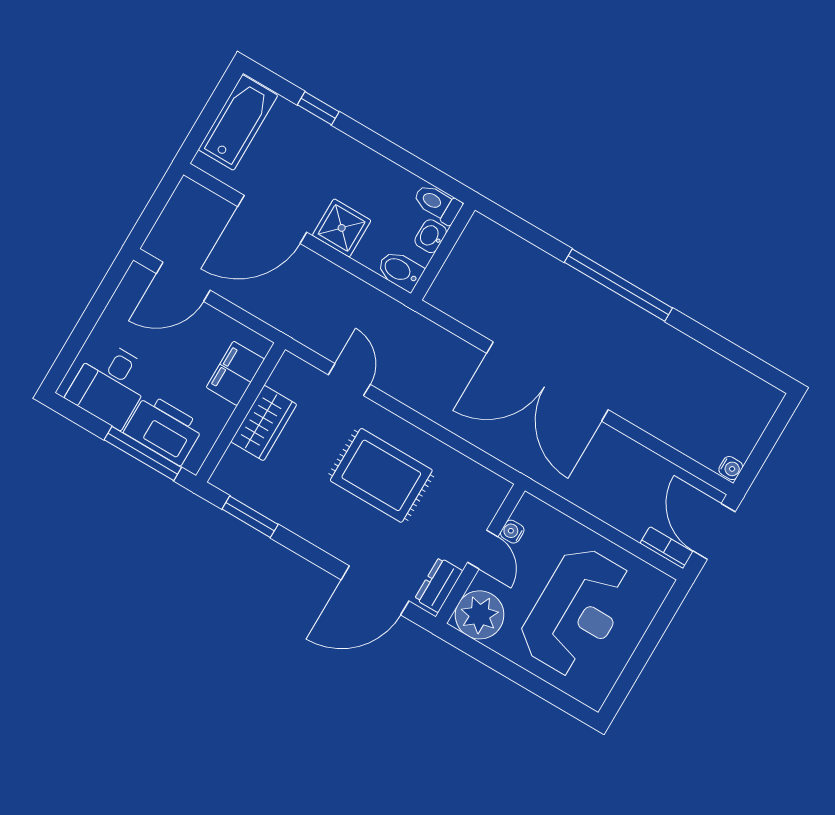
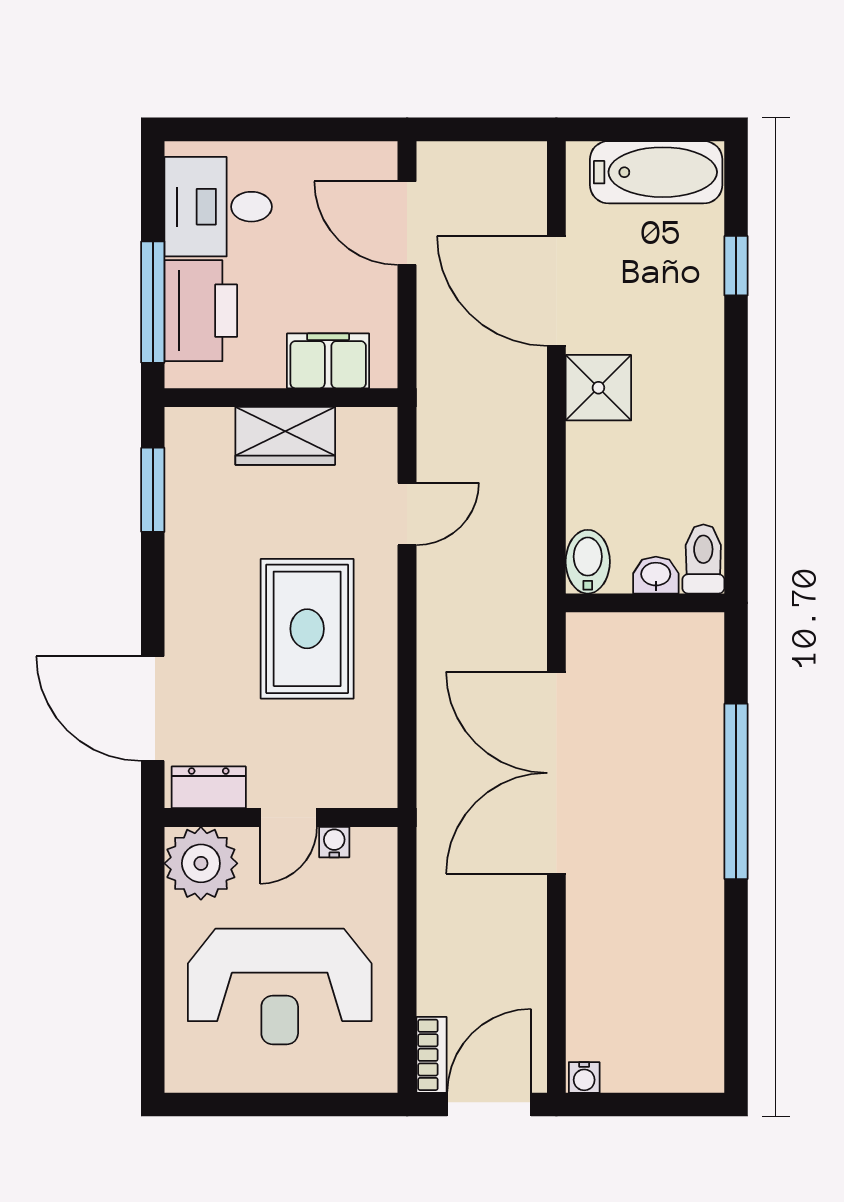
toilet: (437, 204) -> (703, 559), moved
washbasin: (431, 236) -> (656, 575), moved
wall: (443, 252) -> (645, 603), moved
bidet: (400, 271) -> (588, 562), moved

